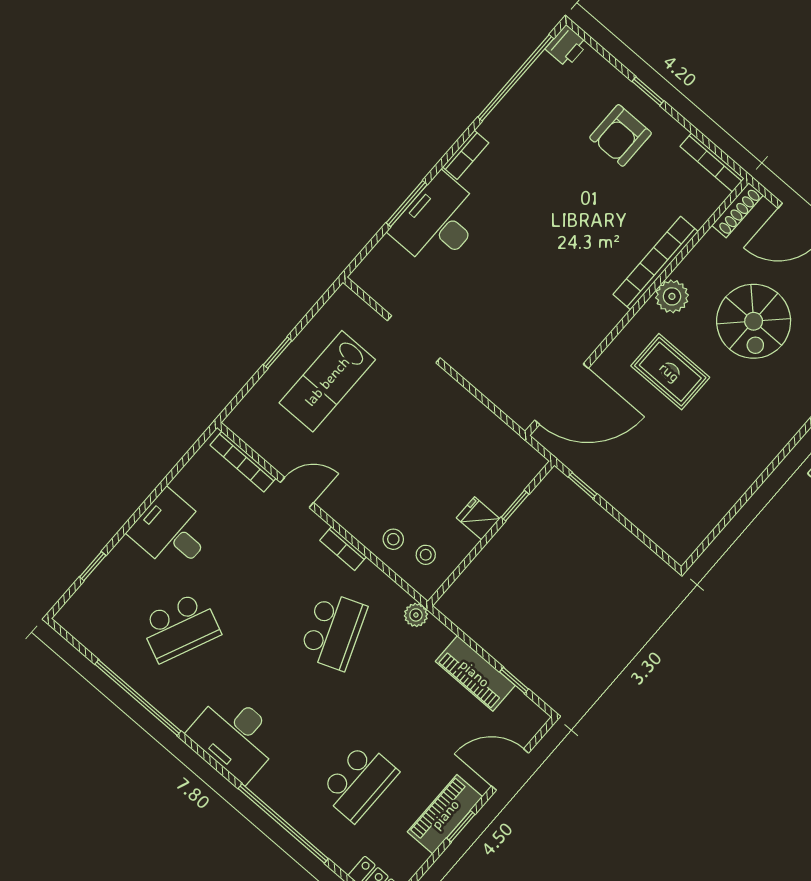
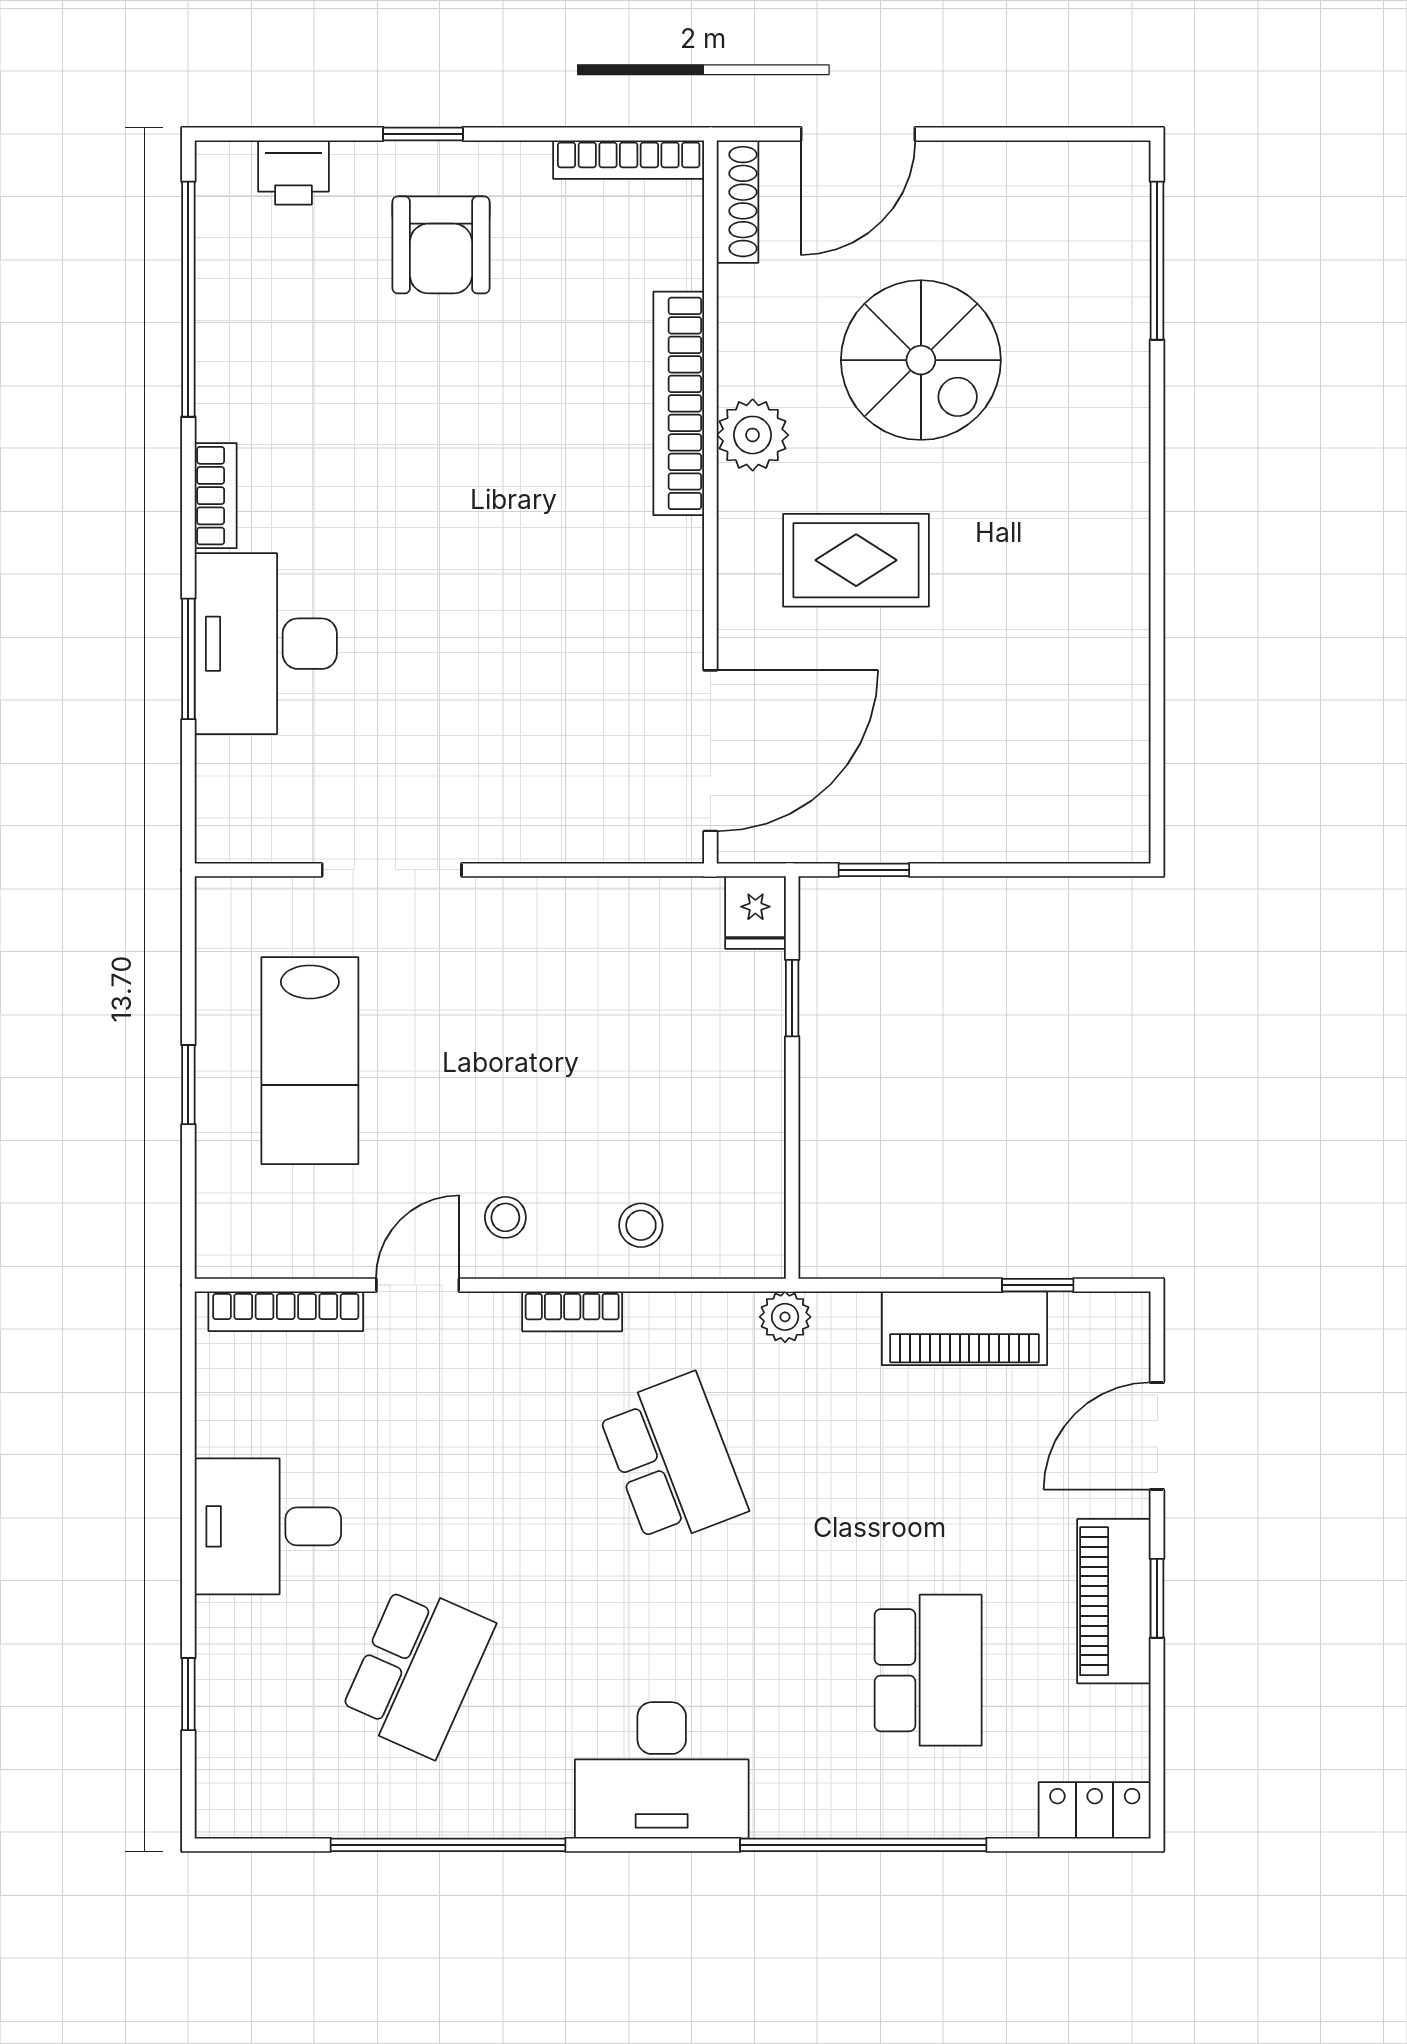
printer: (567, 46) -> (293, 172), moved, turned 90
fridge: (478, 518) -> (755, 912), moved, turned -90
stool: (426, 555) -> (505, 1217), moved

